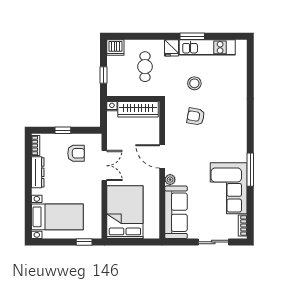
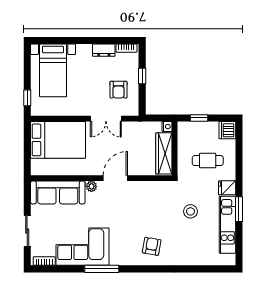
armchair: (196, 116) -> (152, 246), moved
dresser: (38, 172) -> (104, 50), width x0.70

